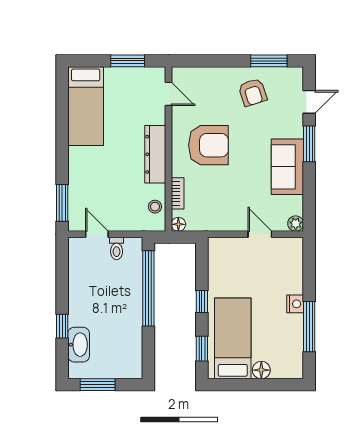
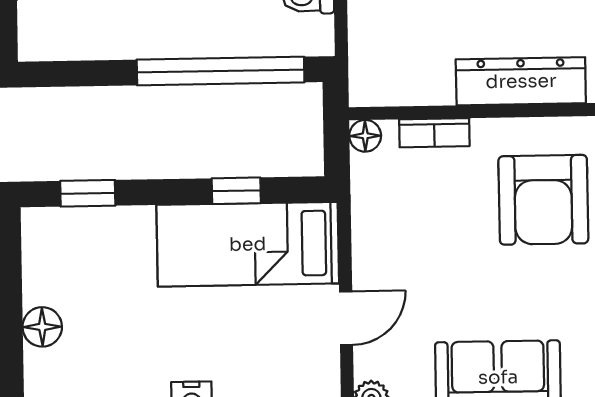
stool: (155, 207) -> (404, 83), removed
window: (202, 302) -> (236, 191), moved
bed: (233, 338) -> (248, 244), moved, turned 180

